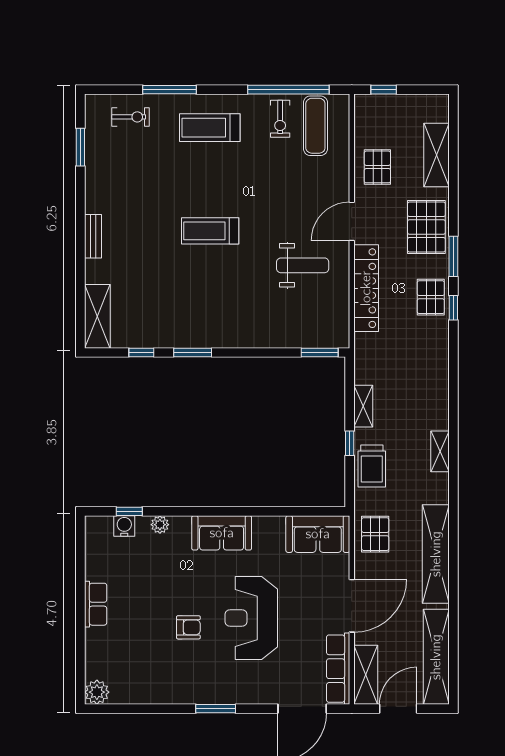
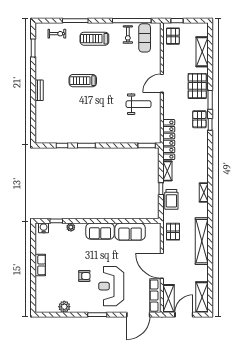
pallet: (377, 167) -> (173, 36), moved
treadmill: (210, 231) -> (83, 81), moved
locker: (366, 288) -> (169, 140), moved
shelving: (97, 316) -> (41, 128), removed
water cooler: (124, 526) -> (44, 228), moved
sofa: (318, 534) -> (130, 232), moved
door: (352, 606) -> (162, 266), swing flipped
reception desk: (251, 618) -> (111, 286), moved
shelving: (436, 657) -> (202, 297), width x0.68
plant: (97, 692) -> (64, 307), moved

